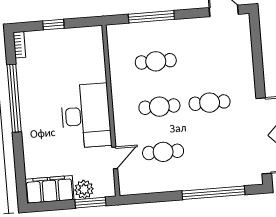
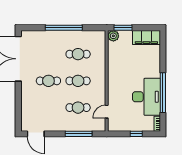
desk: (86, 116) -> (146, 97), moved, turned 180
door: (115, 158) -> (107, 112), moved
plant: (84, 189) -> (113, 36), moved
window: (213, 193) -> (64, 28), moved

